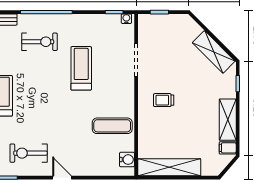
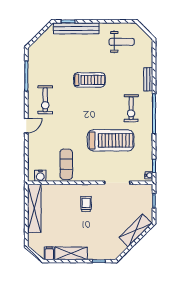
shelving: (214, 52) -> (135, 230), moved
treadmill: (81, 68) -> (111, 140), width x1.37, depth x1.38
exercise bike: (29, 153) -> (45, 100), turned 180

